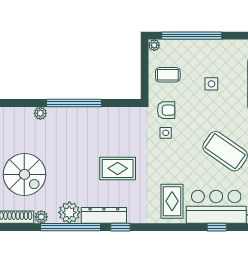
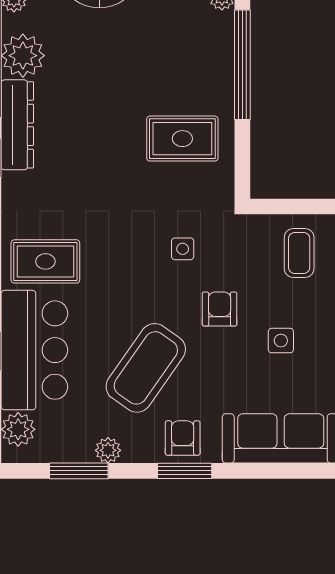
armchair: (166, 110) -> (220, 309), moved, turned 180
rug: (118, 168) -> (182, 139), moved, turned 90

